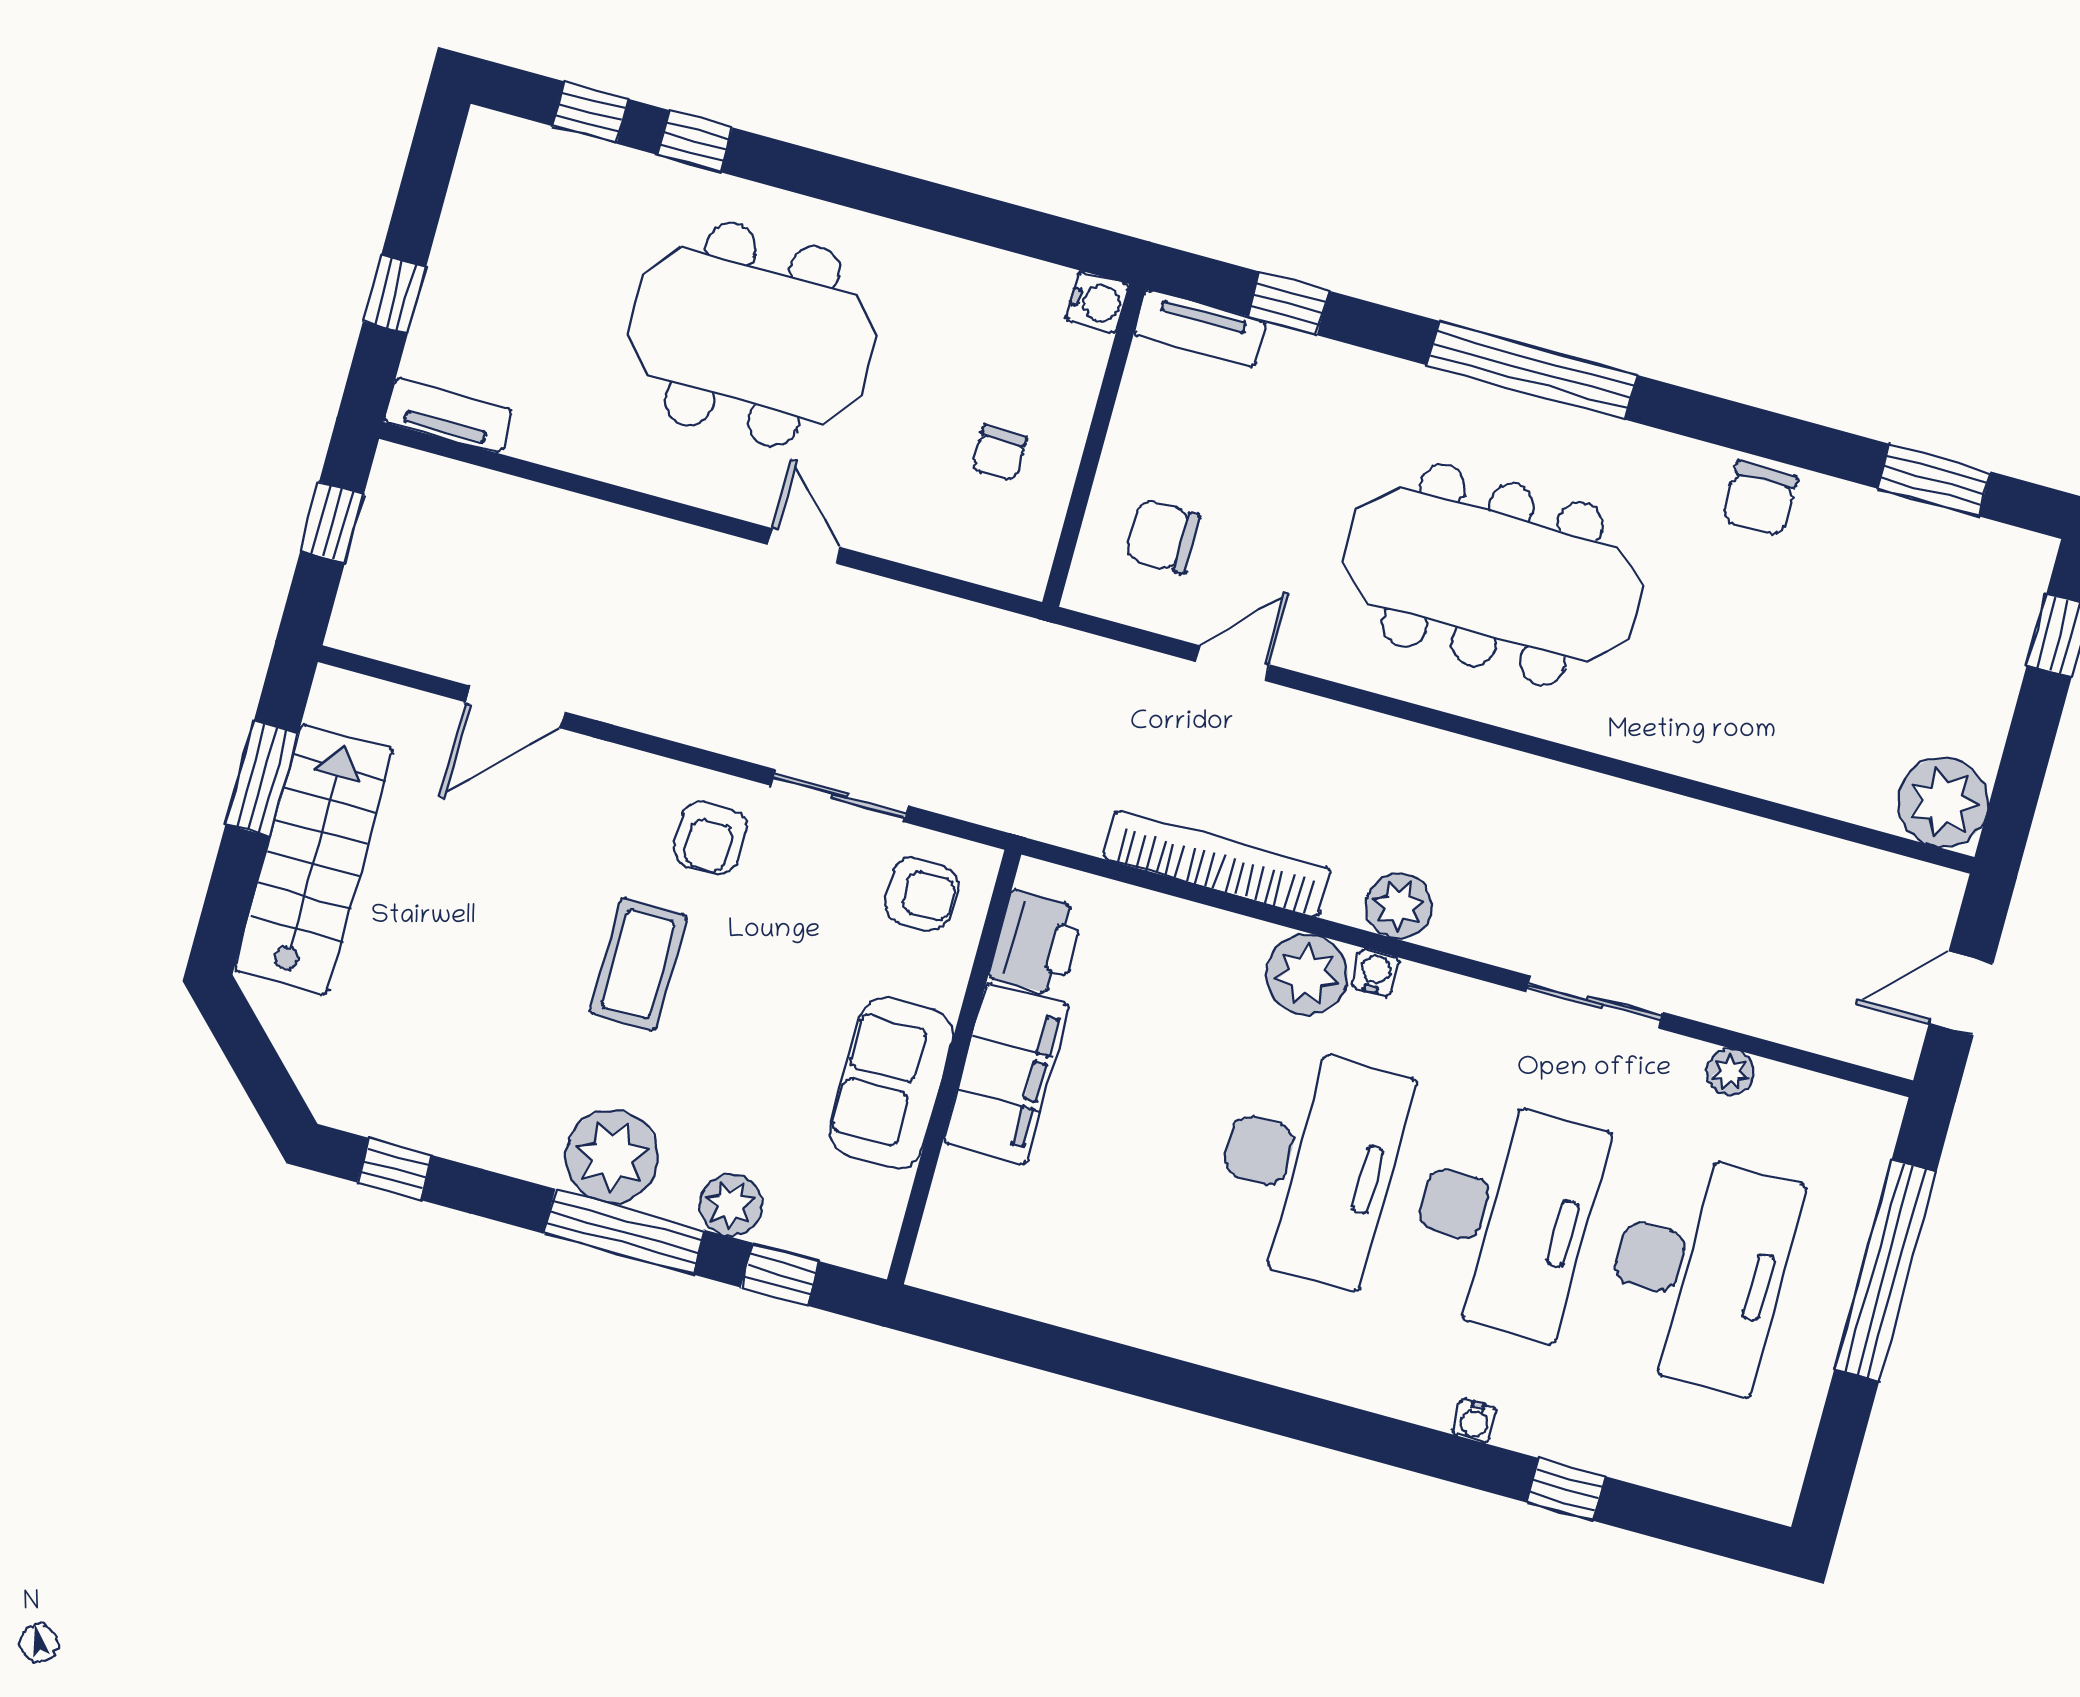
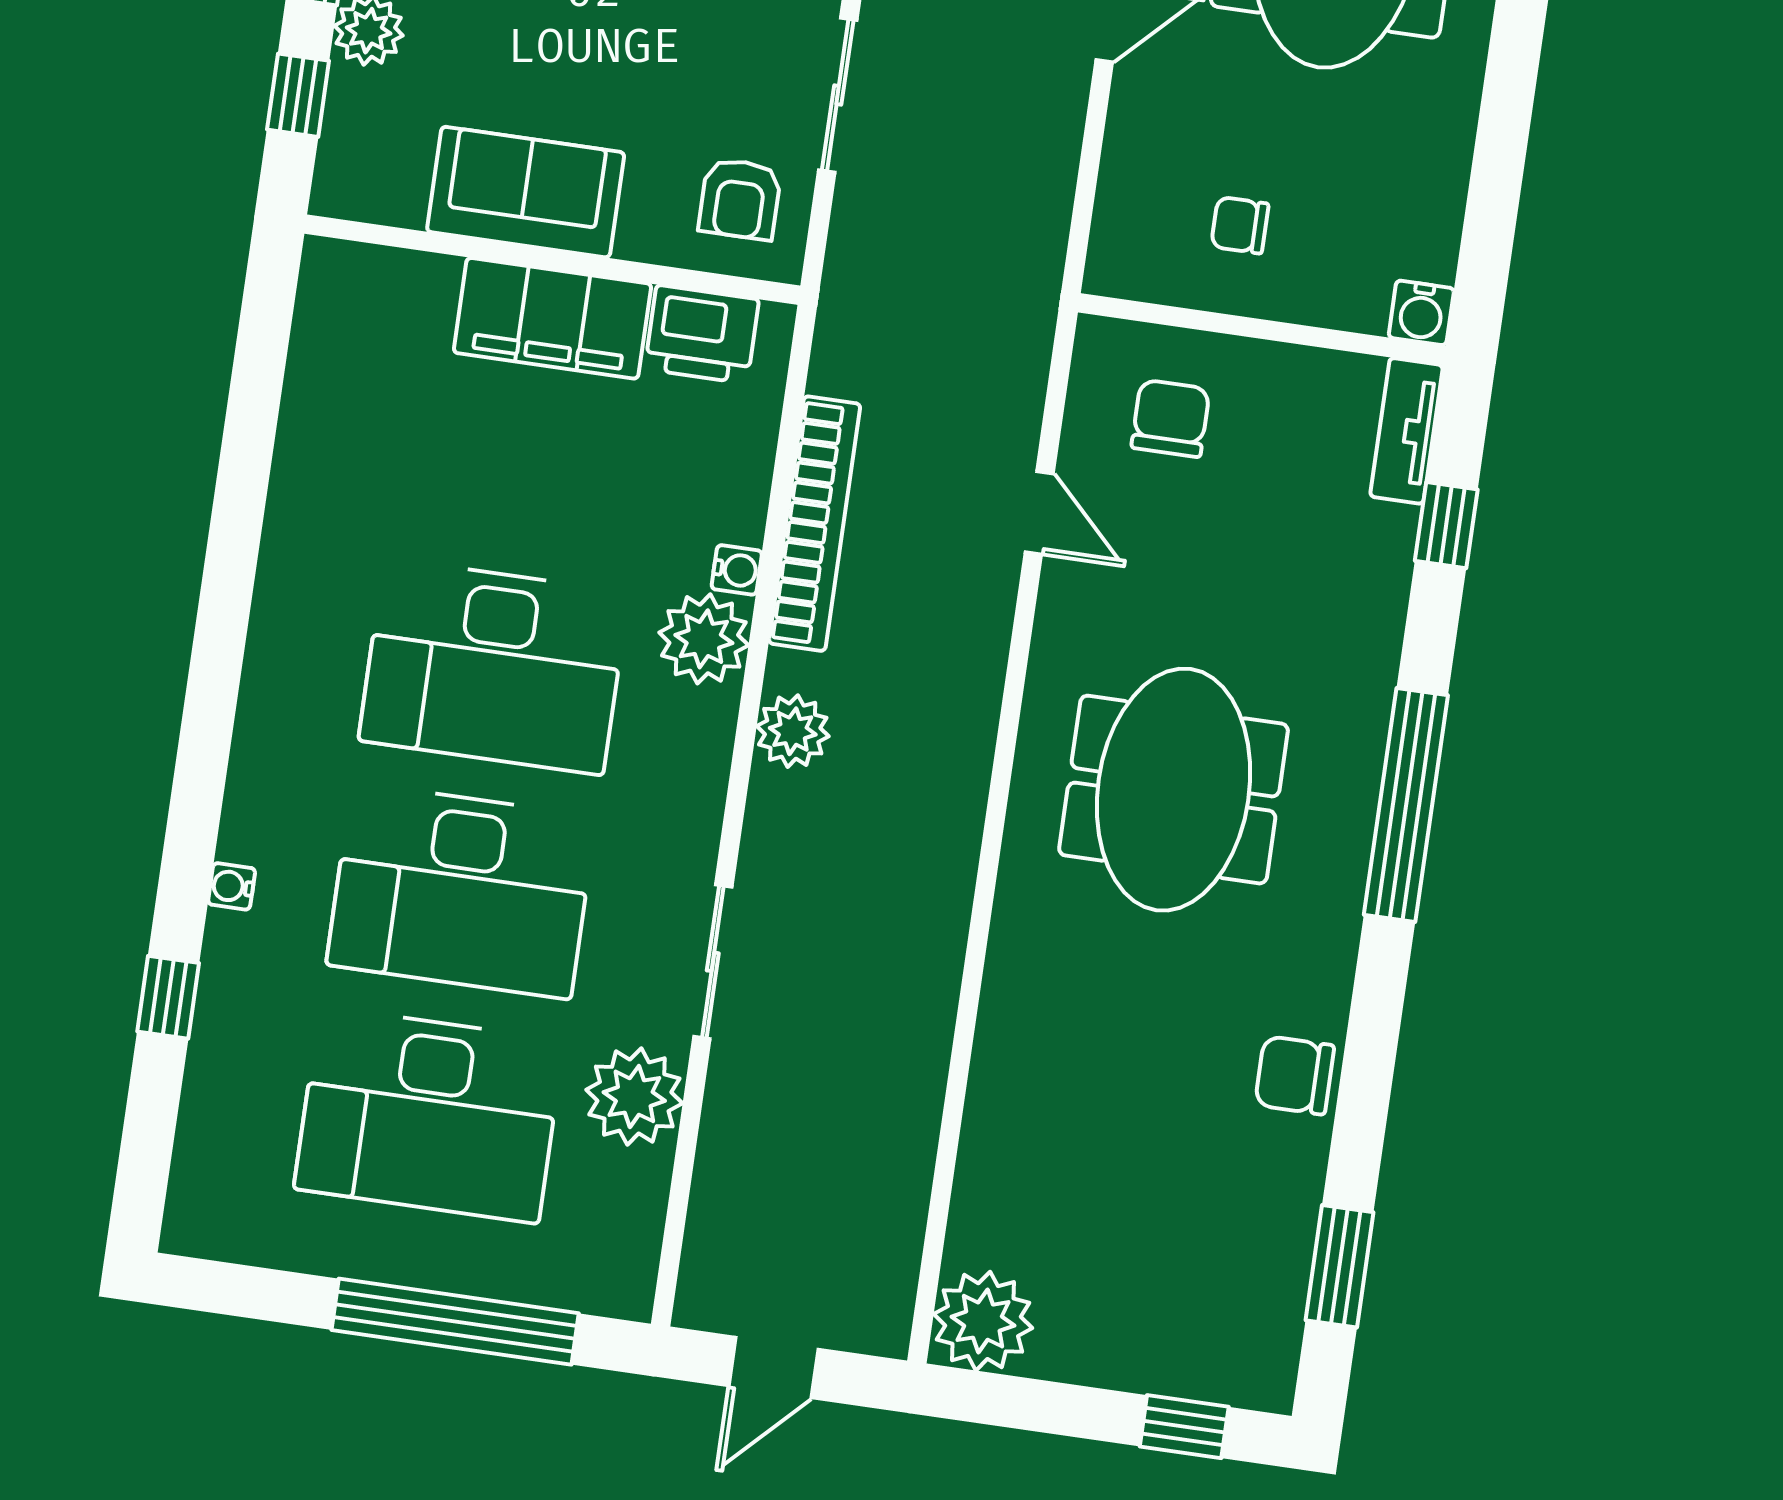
meeting table: (1493, 575) -> (1174, 790), width x0.73
water cooler: (1375, 972) -> (737, 570), moved
door: (1961, 993) -> (773, 1368), swing flipped
plant: (1730, 1072) -> (634, 1096), width x1.88, depth x1.88

